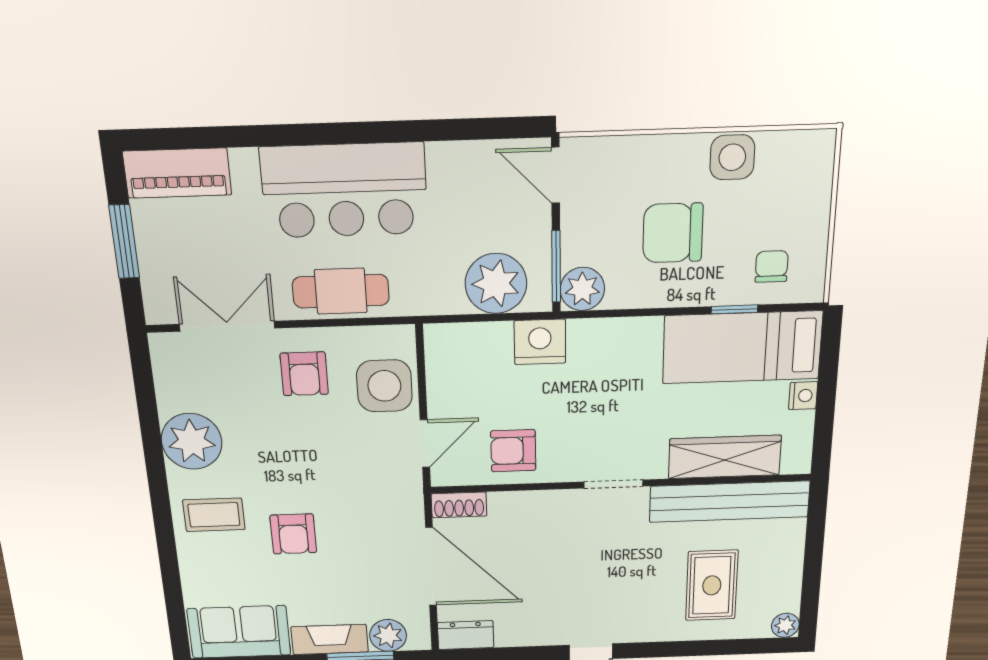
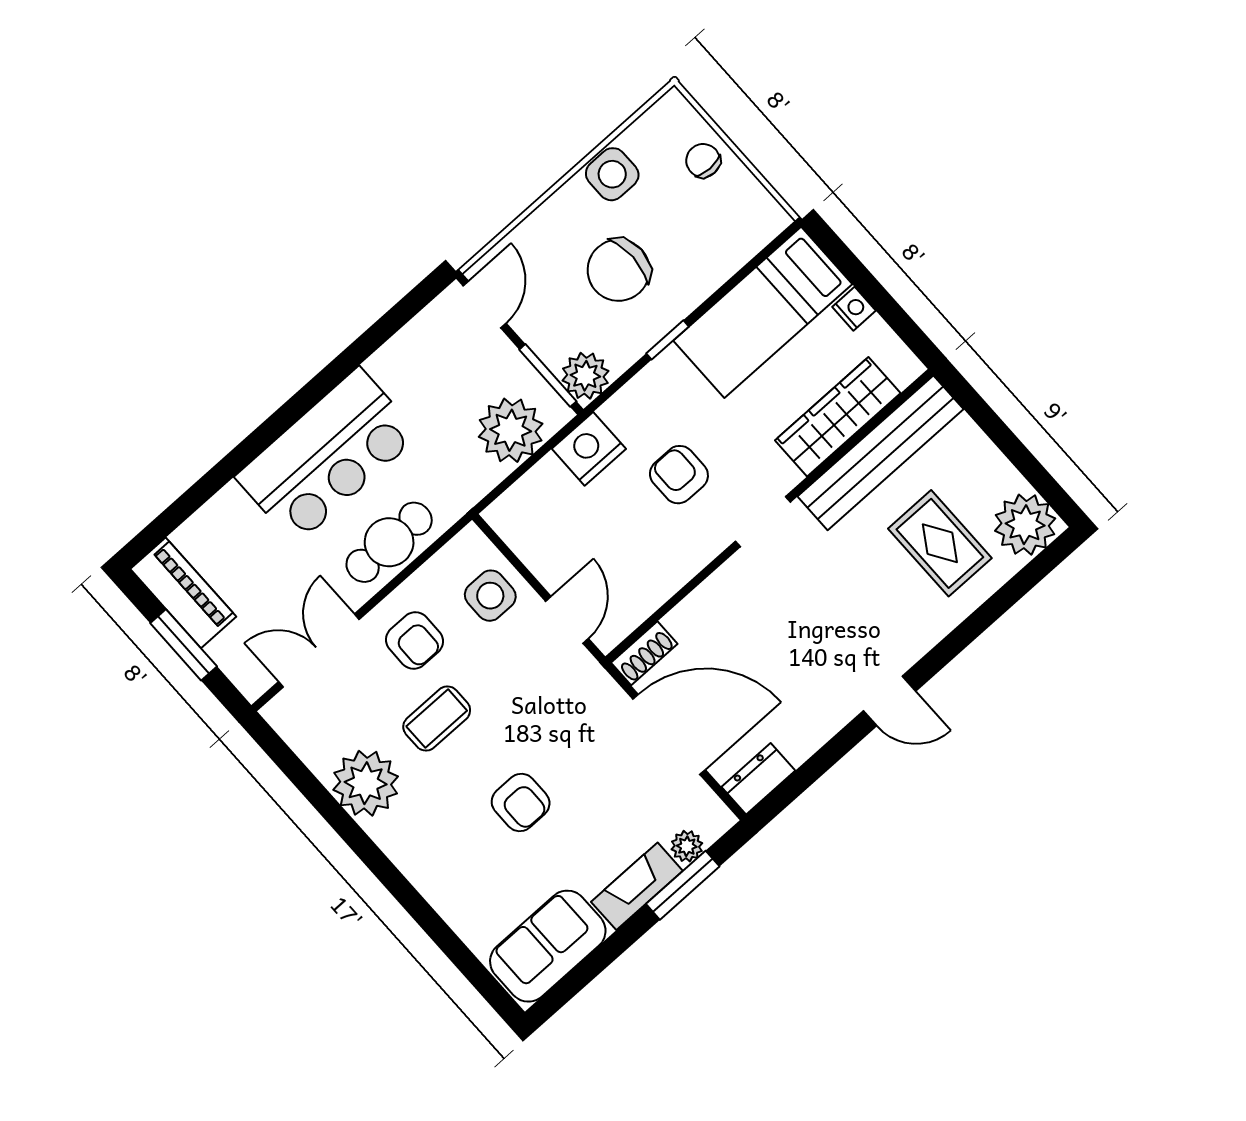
piano: (177, 173) -> (183, 593), moved, turned -90
door: (556, 175) -> (485, 304), swing flipped
chair: (772, 267) -> (703, 161), moved
window: (734, 309) -> (667, 340), moved
side table: (384, 386) -> (490, 596), width x0.73, depth x0.73
armchair: (513, 451) -> (679, 475), moved, turned 90
coffee table: (214, 515) -> (437, 719), moved
plant: (785, 625) -> (1025, 525), width x1.87, depth x1.87
plant: (388, 635) -> (687, 846), width x0.73, depth x0.73

